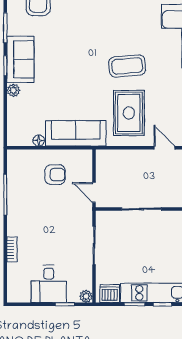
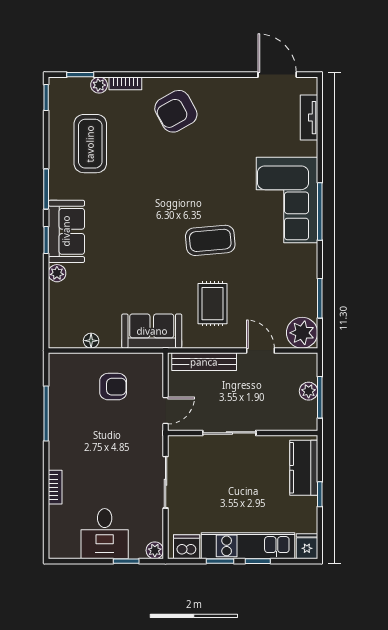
rug: (129, 113) -> (212, 304), width x0.73, depth x0.70
sofa: (76, 133) -> (152, 331), width x0.73
bench: (123, 156) -> (204, 362), added
door: (94, 192) -> (166, 410), swing flipped

